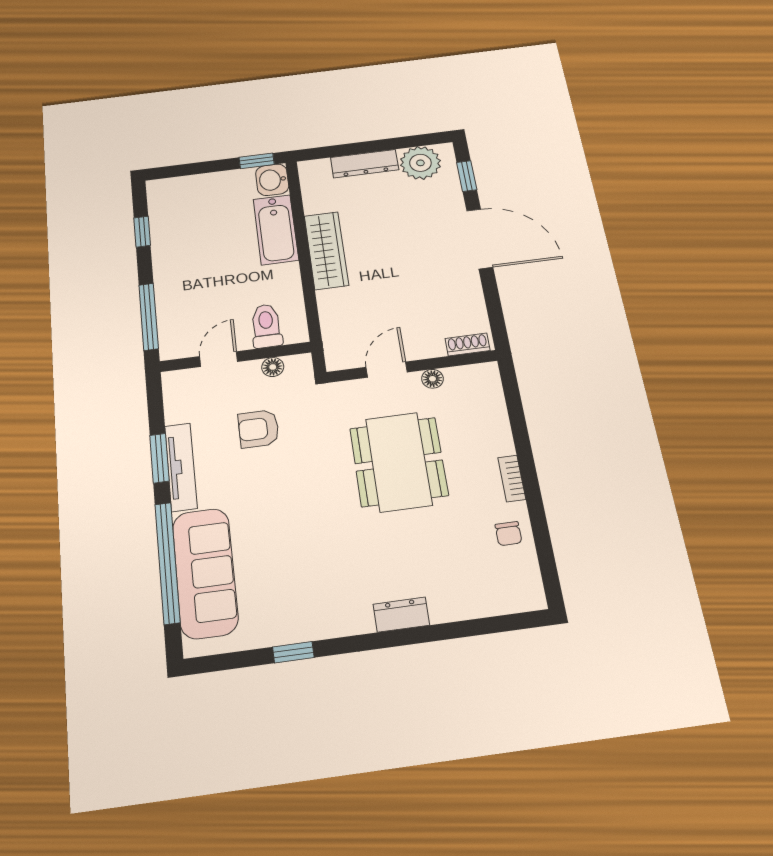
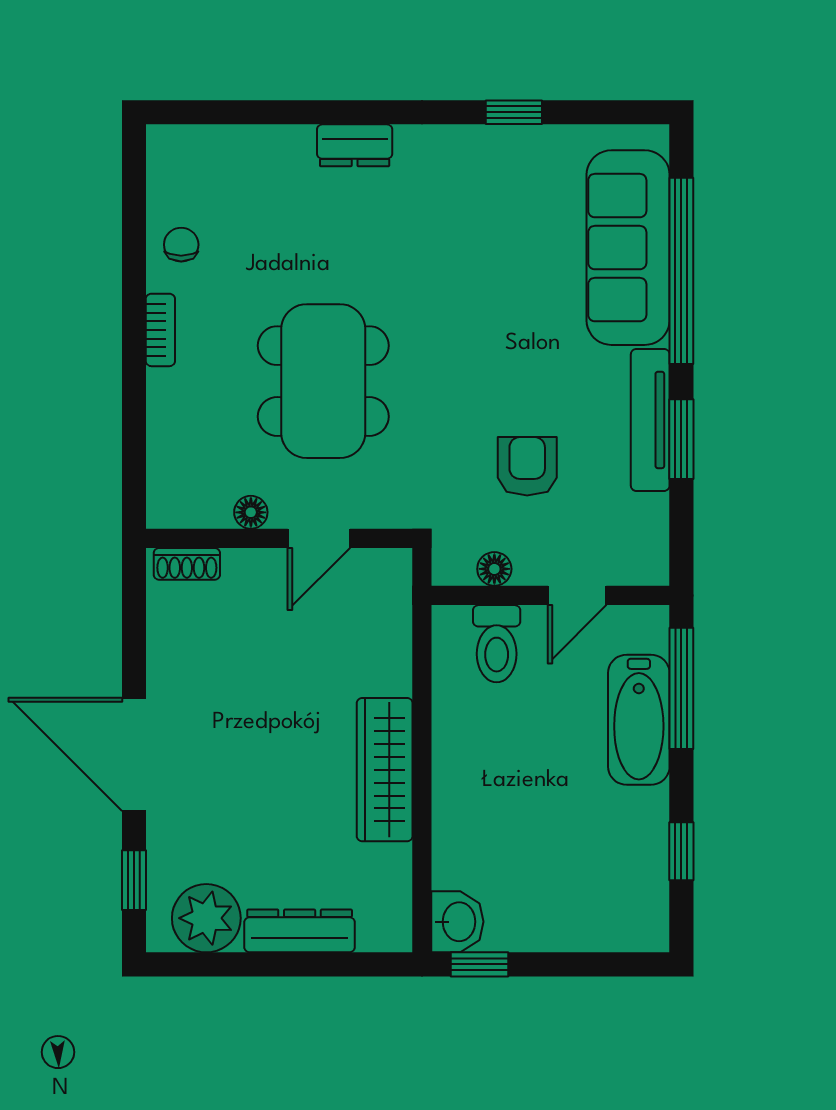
bathtub: (276, 230) -> (639, 720), moved, turned 180
armchair: (259, 429) -> (527, 466), turned -90

